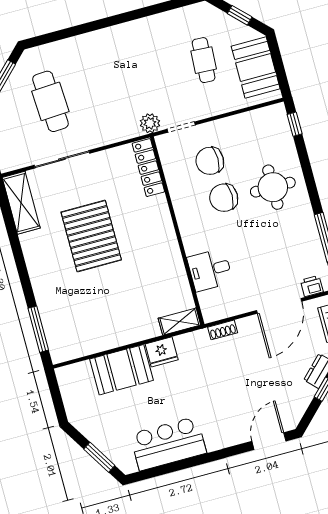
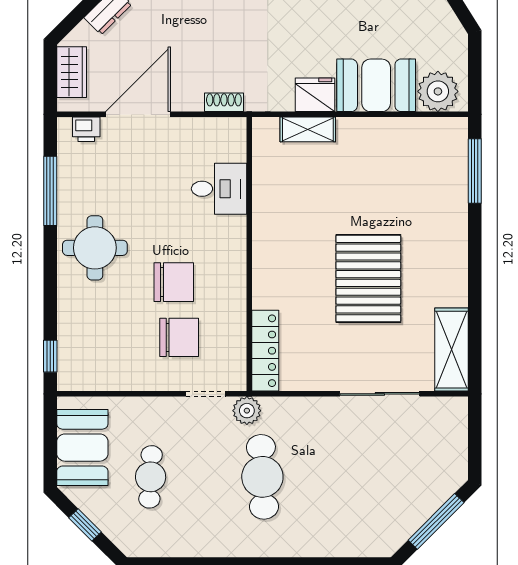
cafe table: (50, 101) -> (262, 477), moved
round table: (273, 187) -> (95, 248), moved
shelving: (179, 322) -> (308, 129), moved
plant: (78, 377) -> (438, 91), added

